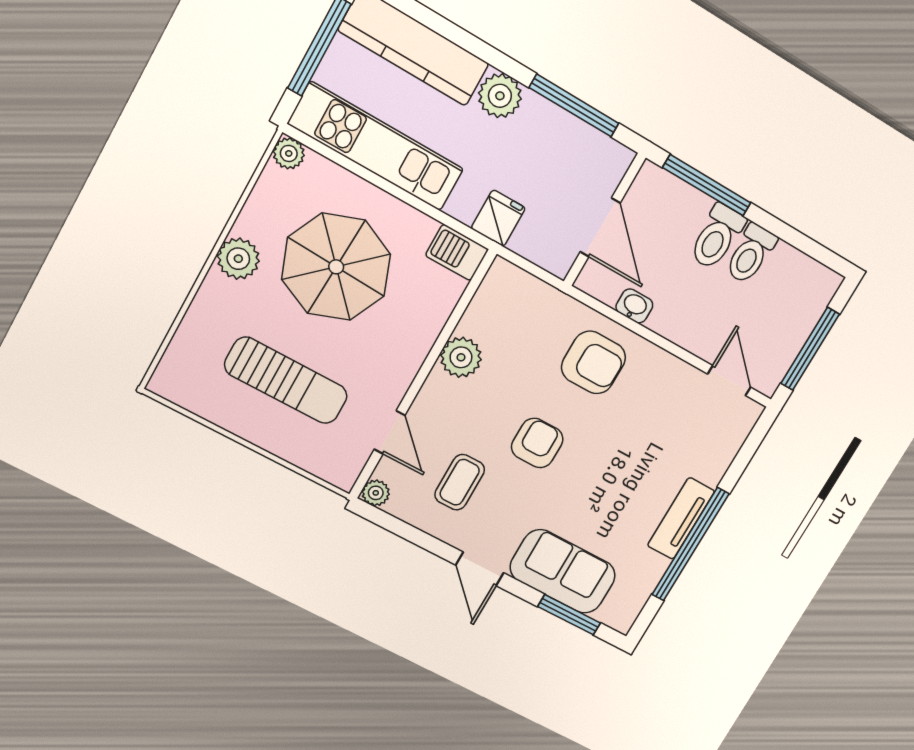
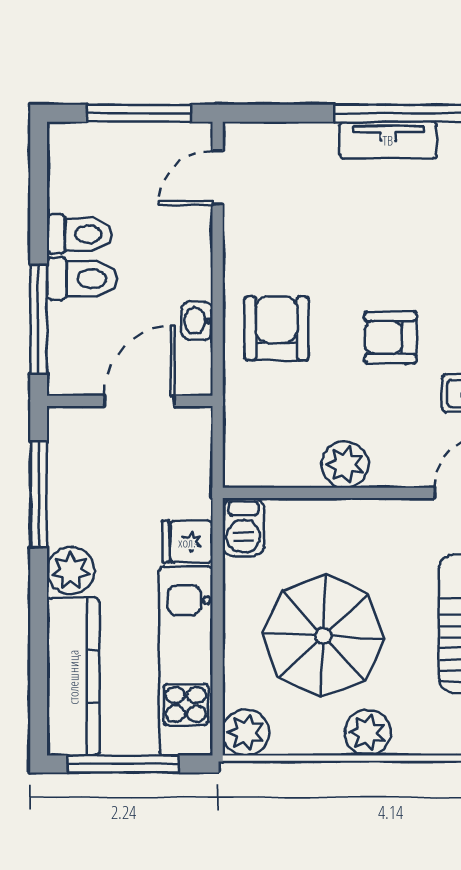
plant: (289, 153) -> (246, 732), width x1.38, depth x1.38
fridge: (498, 218) -> (187, 542), moved

